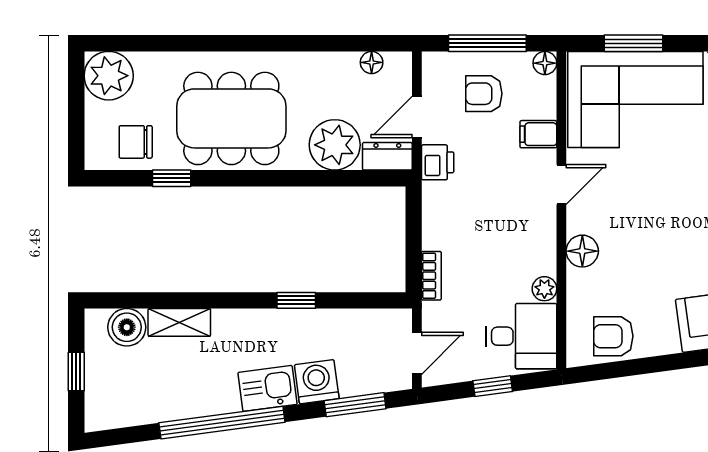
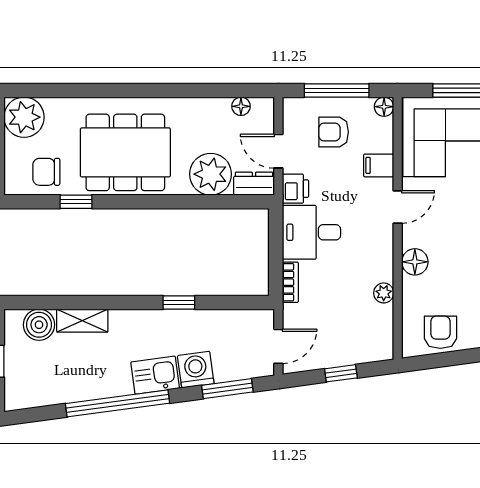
door: (417, 117) -> (278, 151), hinge flipped
desk: (521, 336) -> (311, 232), moved, turned 180
armchair: (613, 336) -> (440, 332), turned 90

